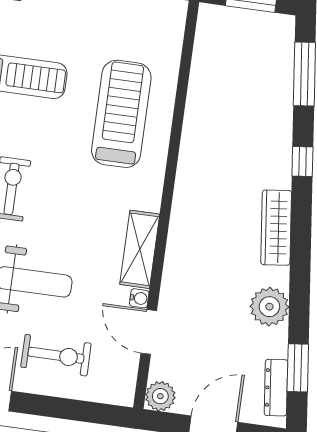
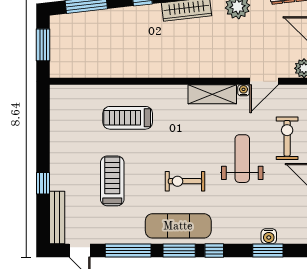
treadmill: (121, 114) -> (128, 118), width x0.73, depth x0.73

